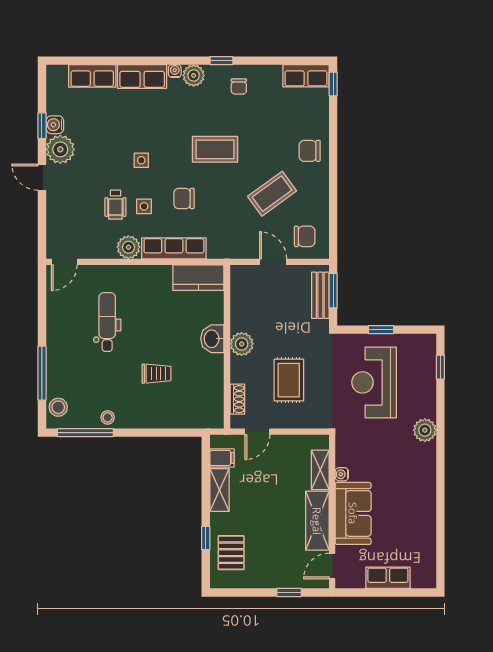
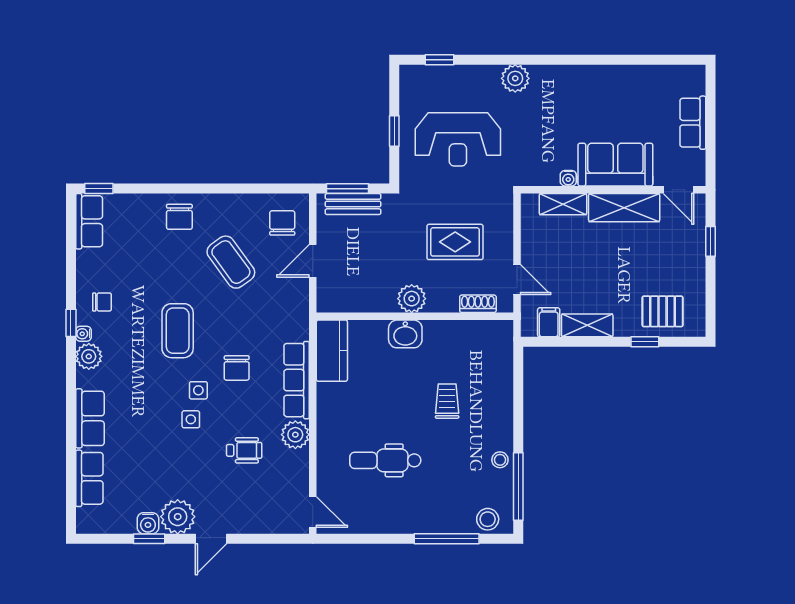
water cooler: (175, 71) -> (83, 334), moved
side table: (144, 206) -> (198, 390), moved

